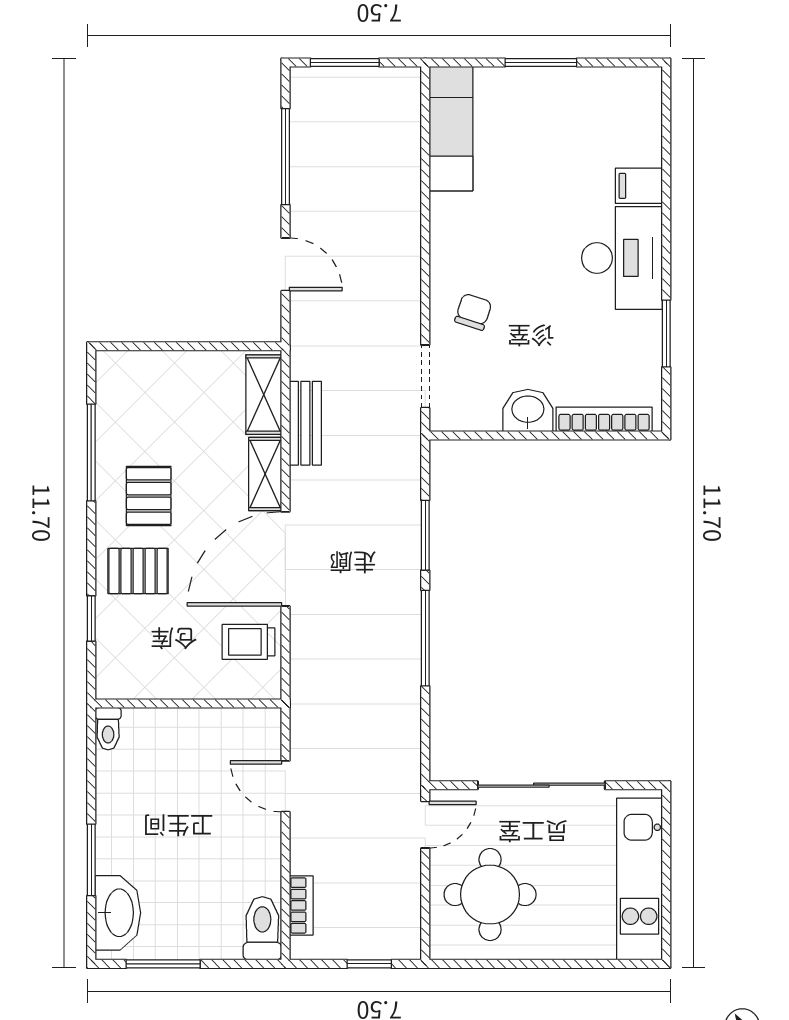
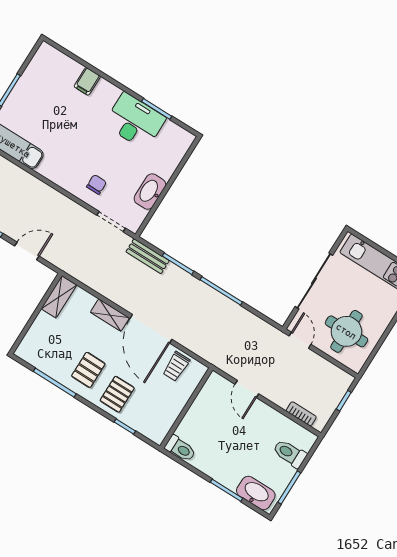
desk: (622, 258) -> (135, 121), moved
chair: (473, 312) -> (97, 184), turned 72
shelving: (264, 395) -> (59, 297), moved, turned 90
washbasin: (528, 410) -> (150, 192), width x1.38
bookcase: (604, 419) -> (176, 158), removed
bench: (305, 423) -> (148, 256), moved
pallet: (149, 496) -> (88, 370), turned 90
toilet: (108, 729) -> (180, 449), width x1.37, depth x1.39
door: (285, 786) -> (247, 389), hinge flipped
toilet: (262, 928) -> (290, 453), moved

